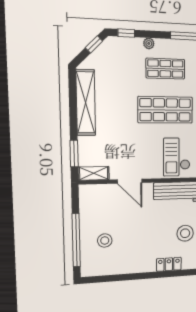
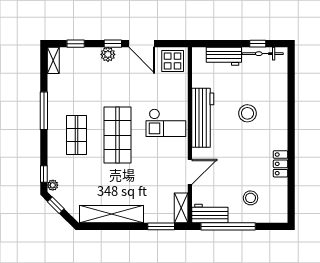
plant: (149, 43) -> (53, 185), moved
workbench: (88, 202) -> (210, 214), added
window: (76, 240) -> (228, 226), moved
locker: (169, 264) -> (280, 164), moved

